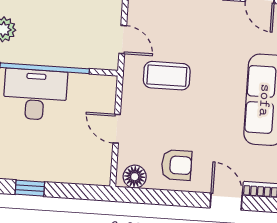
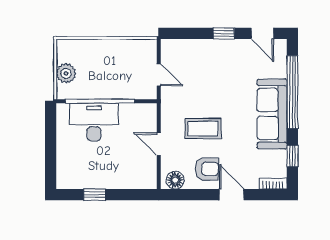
coffee table: (167, 76) -> (203, 129), moved
door: (226, 202) -> (232, 195), moved

